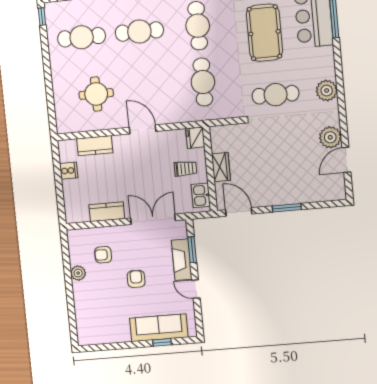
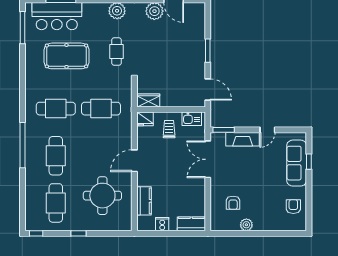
window: (47, 69) -> (79, 233), added
round table: (96, 94) -> (102, 196), width x1.36, depth x1.36
cafe table: (276, 95) -> (116, 52), width x0.73, depth x0.74
wardrobe: (221, 167) -> (148, 100), moved
kitchen counter: (107, 212) -> (191, 224), moved, turned 90
door: (239, 212) -> (208, 89), swing flipped
window: (192, 250) -> (224, 130), moved
armchair: (136, 279) -> (293, 207), moved, turned 90

